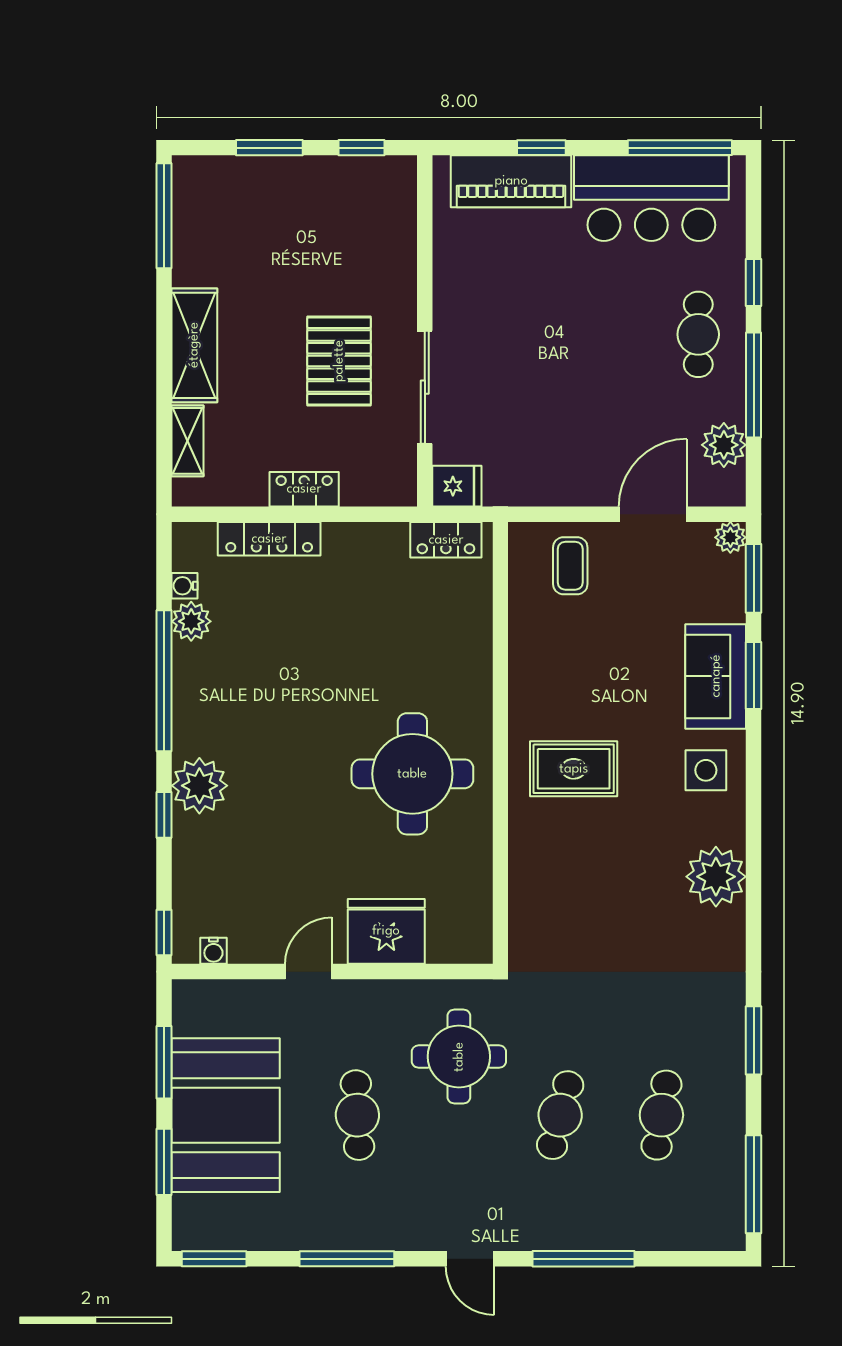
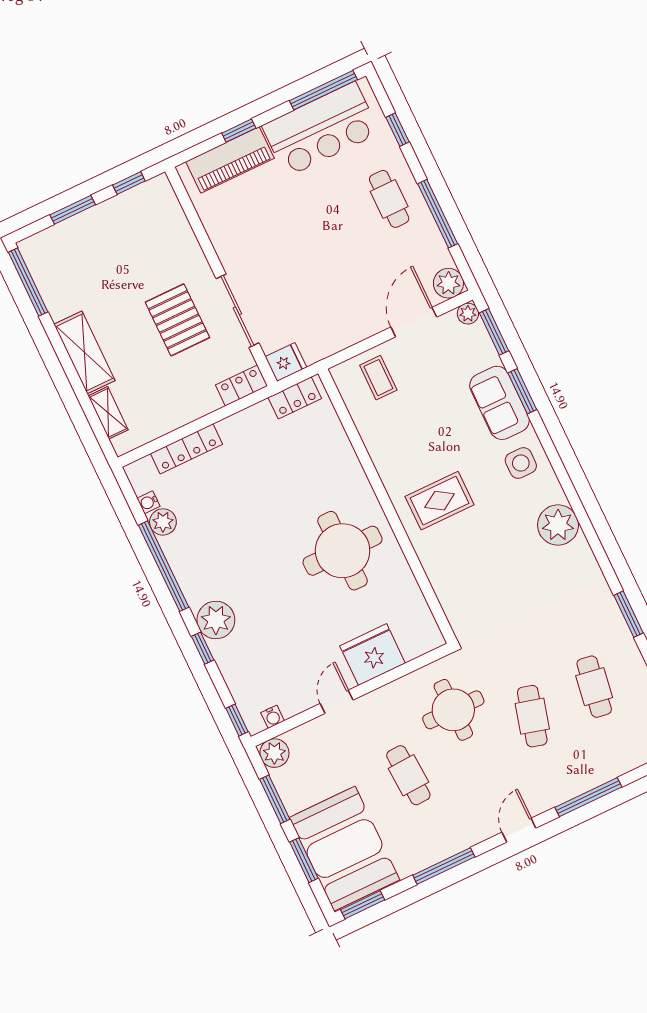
window: (754, 283) -> (398, 130), moved
plant: (724, 445) -> (448, 283), moved
locker: (304, 489) -> (241, 385), moved
plant: (193, 1000) -> (274, 753), added
booth: (226, 1115) -> (344, 849), moved
door: (470, 1259) -> (519, 830), swing flipped

